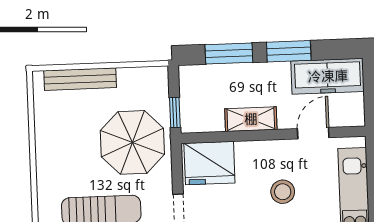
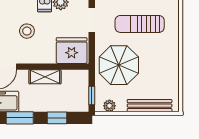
window: (229, 54) -> (57, 118), width x0.67
plant: (145, 76) -> (109, 106), added
window: (175, 112) -> (92, 95), moved

